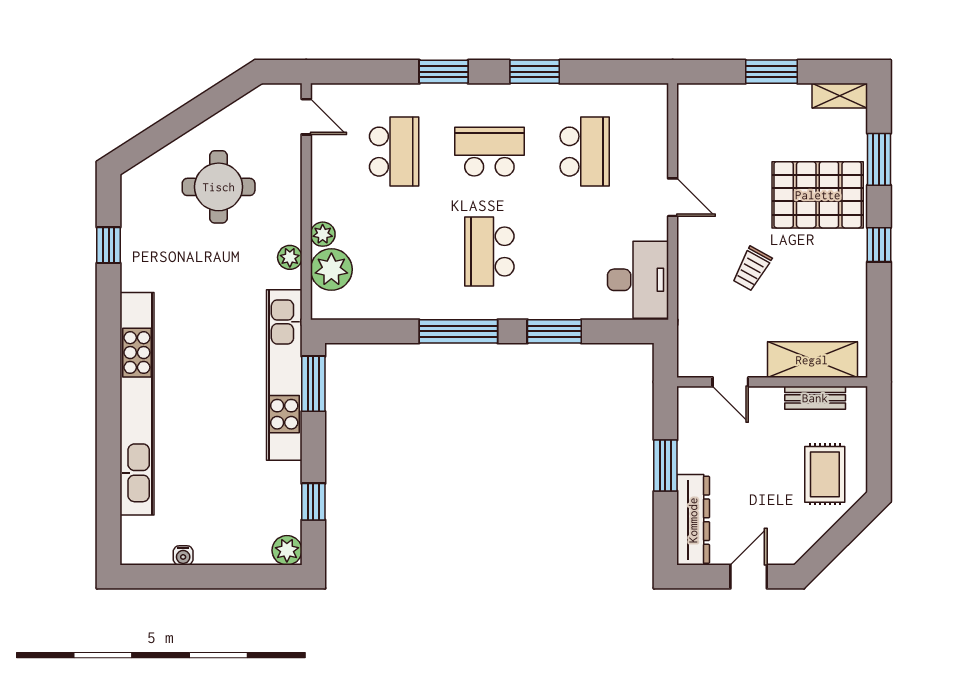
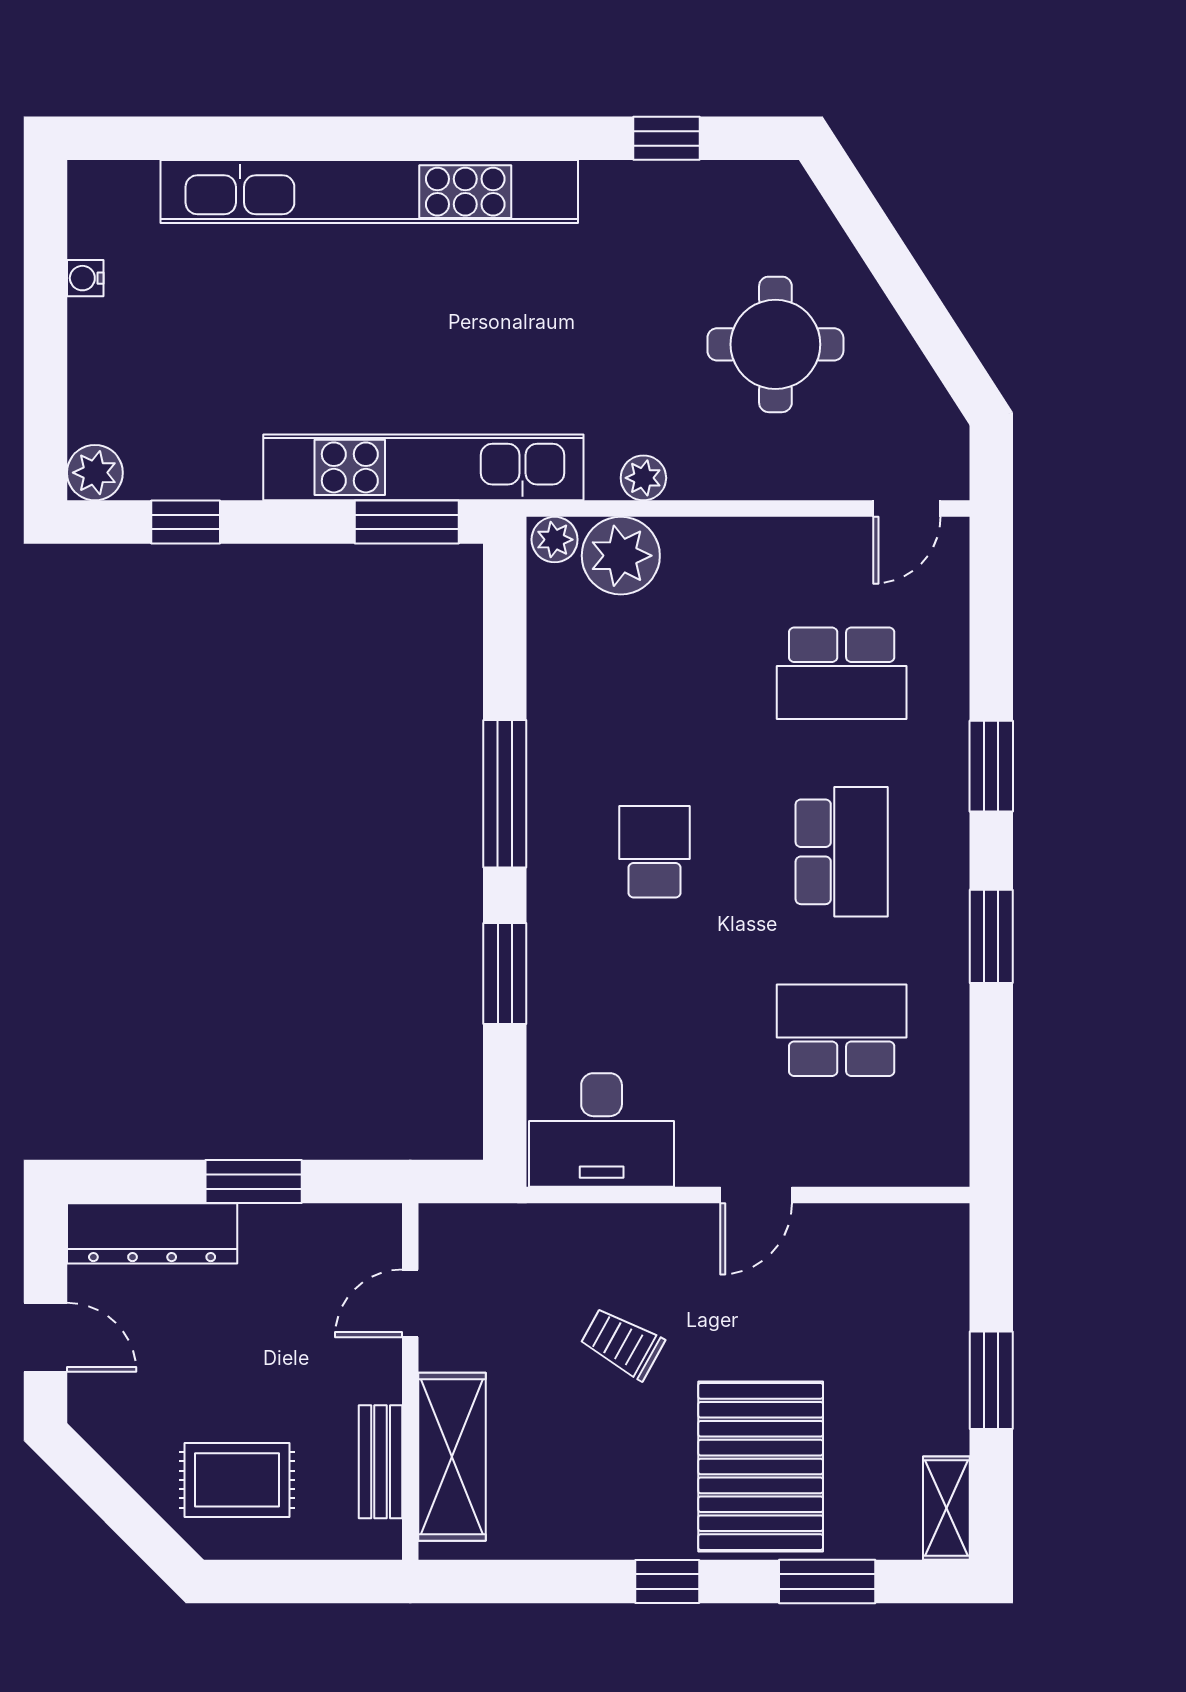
school desk: (585, 152) -> (842, 1030), turned 180
plant: (323, 234) -> (555, 540), moved
school desk: (489, 251) -> (655, 852), width x0.54

